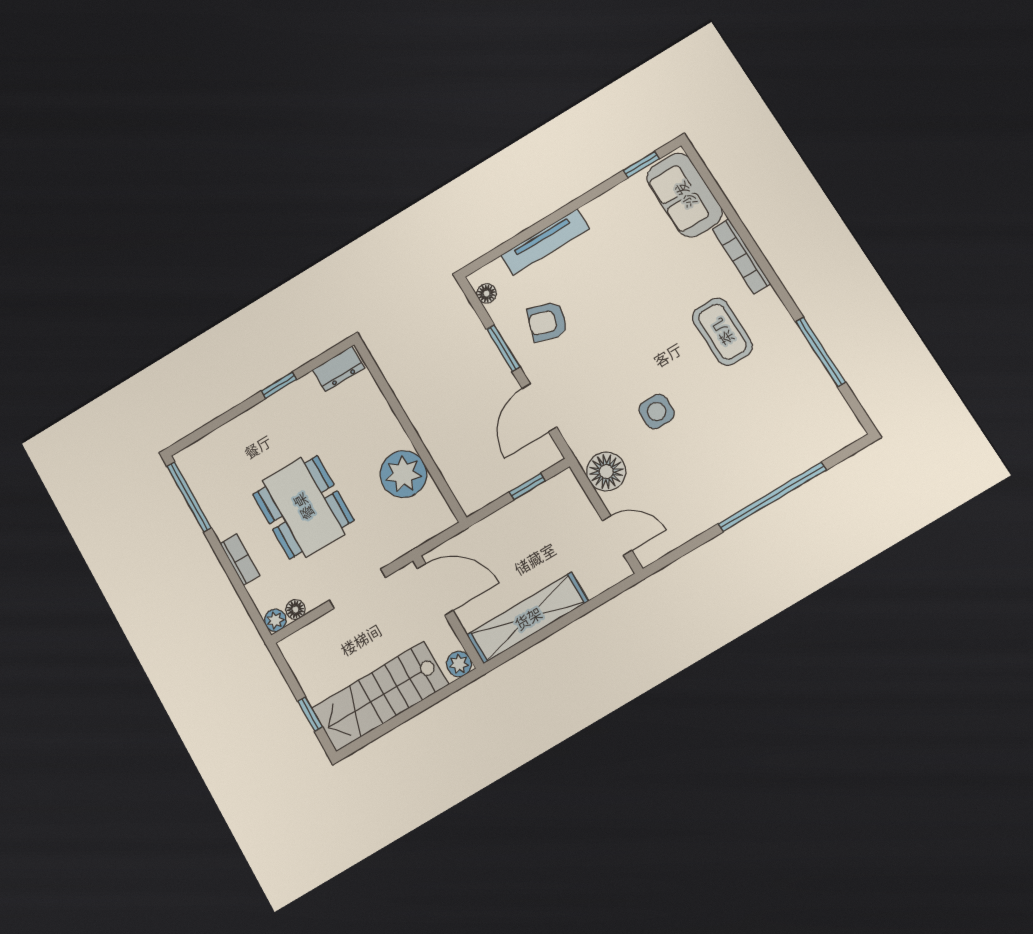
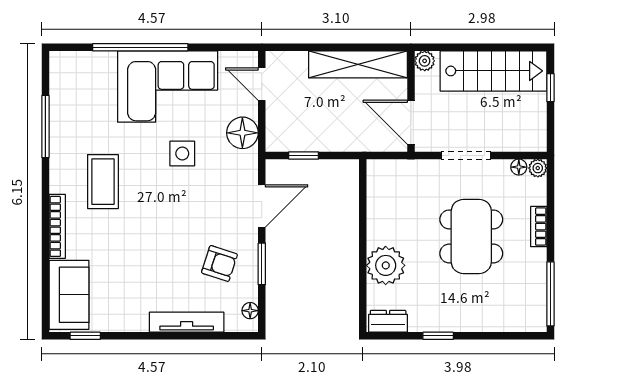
corner sofa: (716, 473) -> (168, 87), added
plant: (403, 474) -> (386, 265), moved

